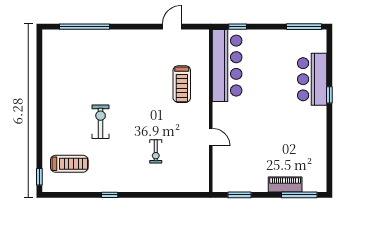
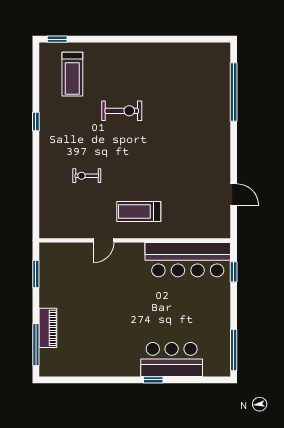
treadmill: (182, 84) -> (139, 211), moved

